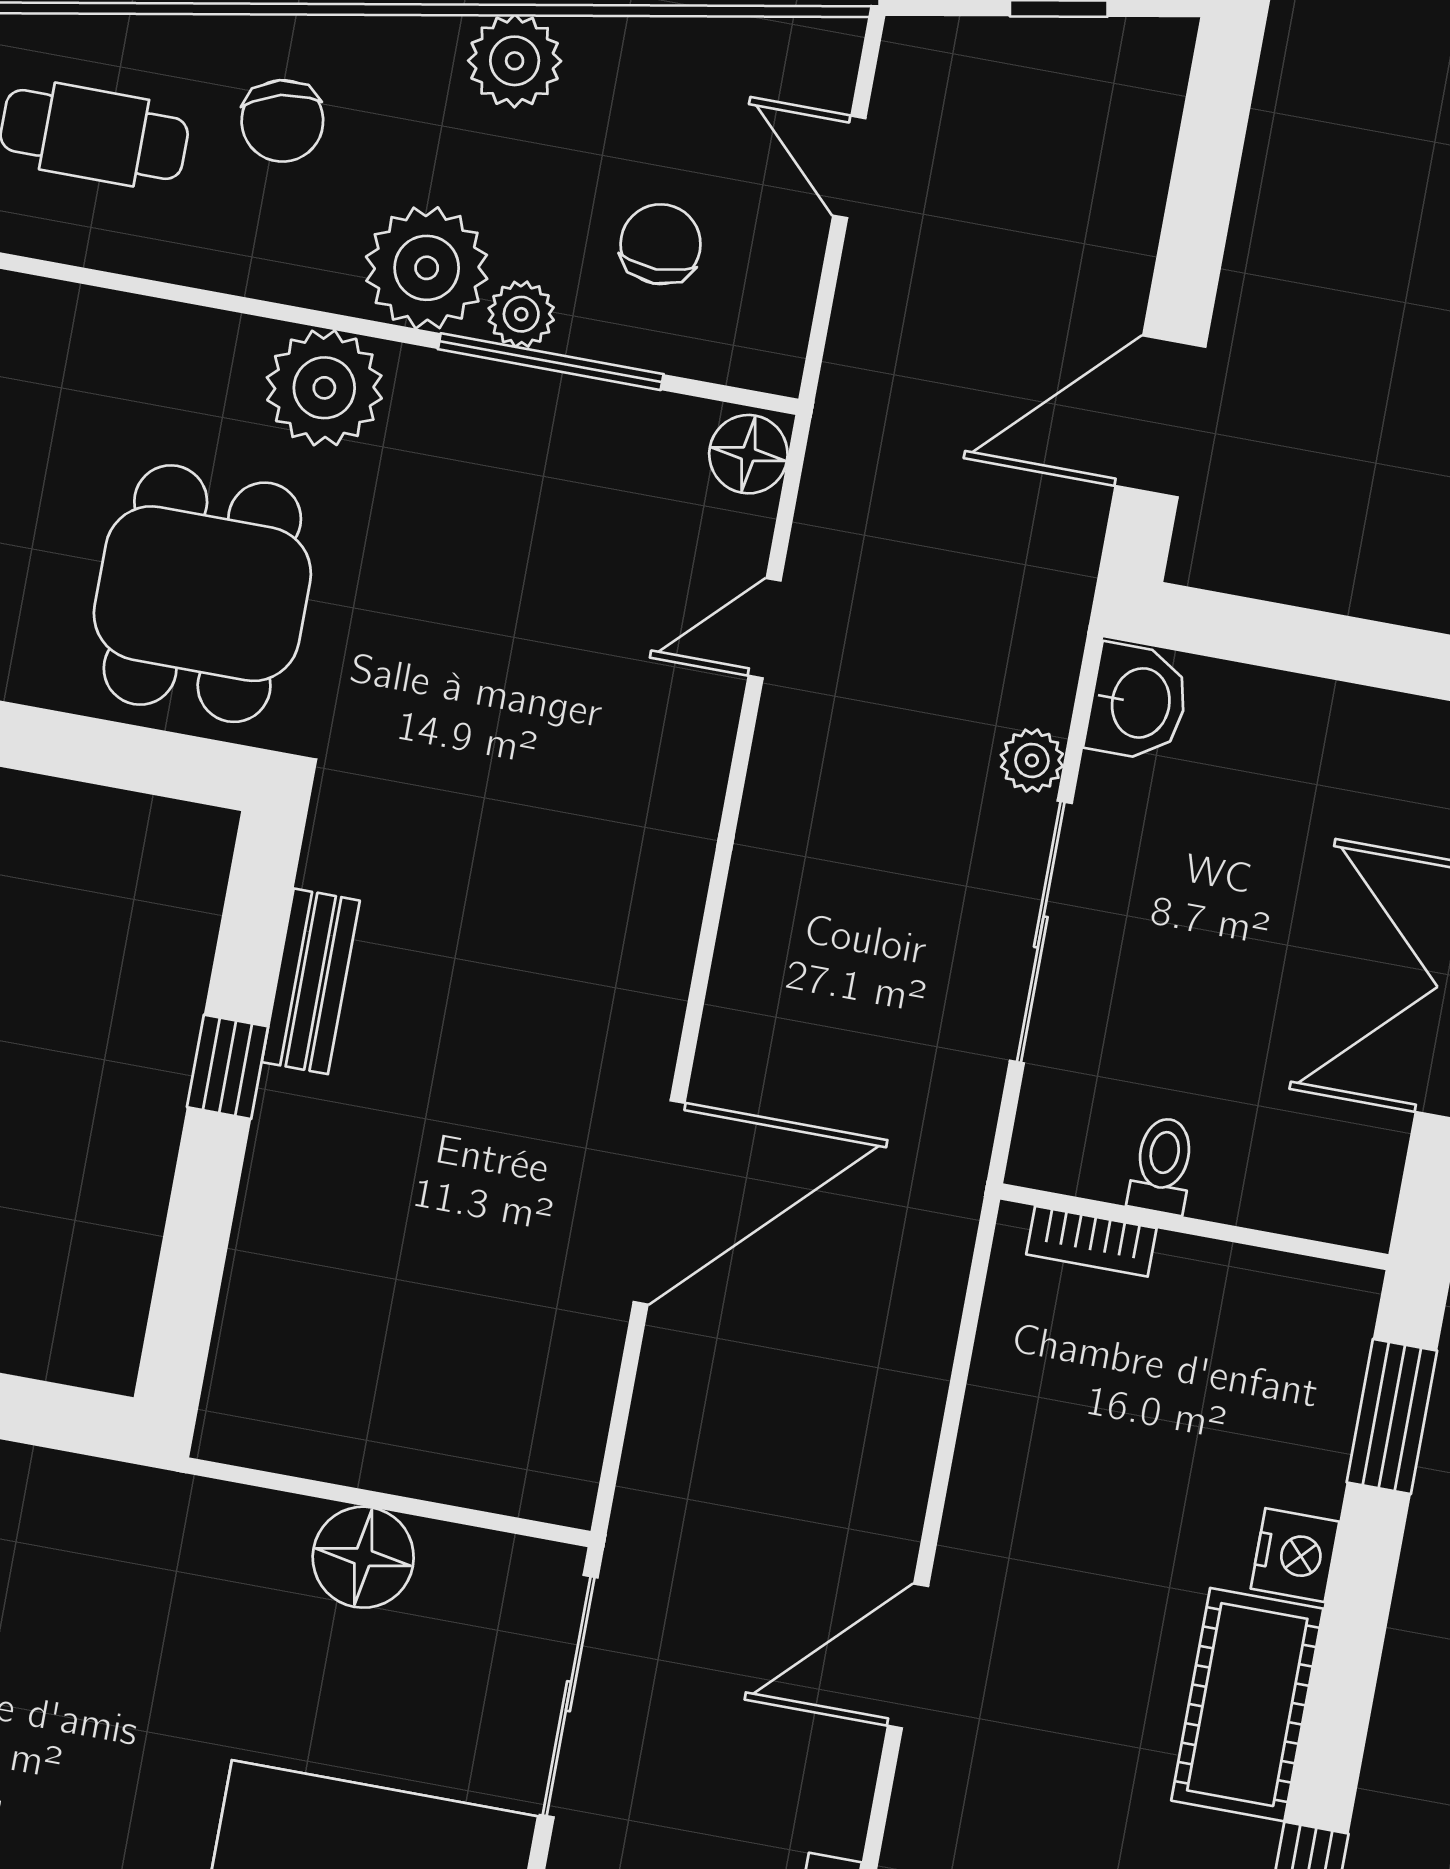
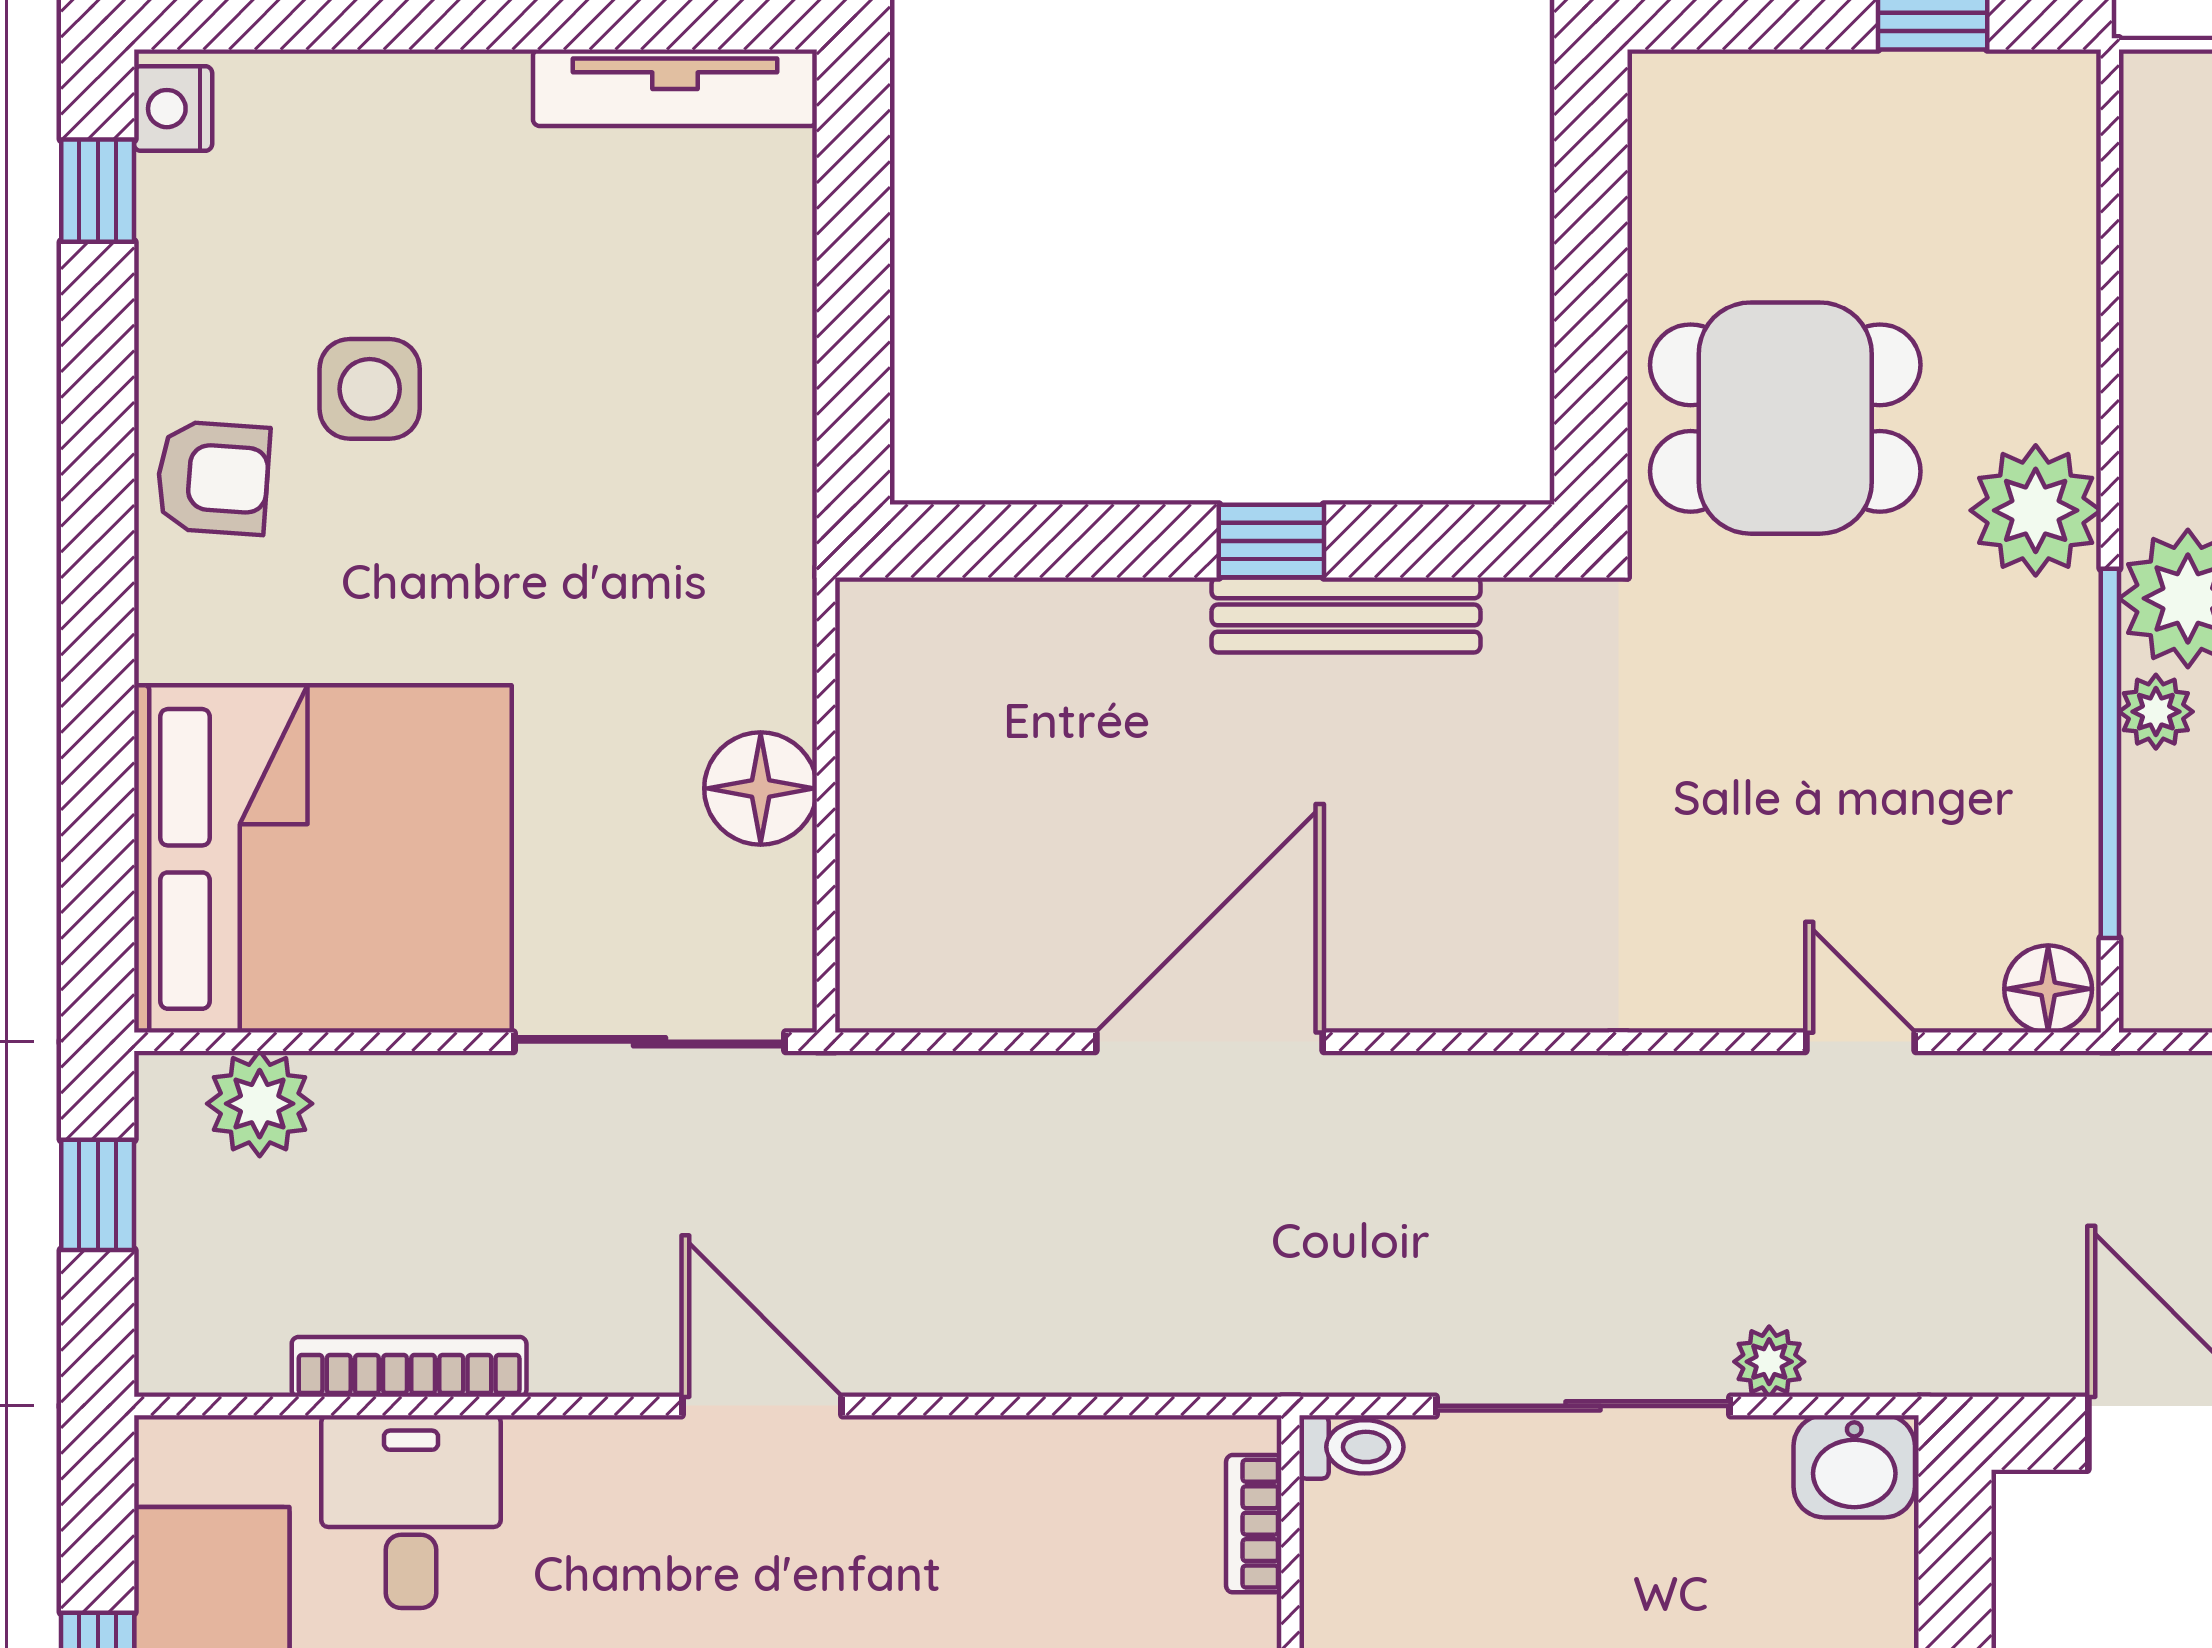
window: (551, 362) -> (2110, 753), width x1.46
bench: (311, 981) -> (1346, 615), width x1.36
toilet: (1162, 1165) -> (1351, 1447), moved
door: (659, 1202) -> (1209, 1042), swing flipped

